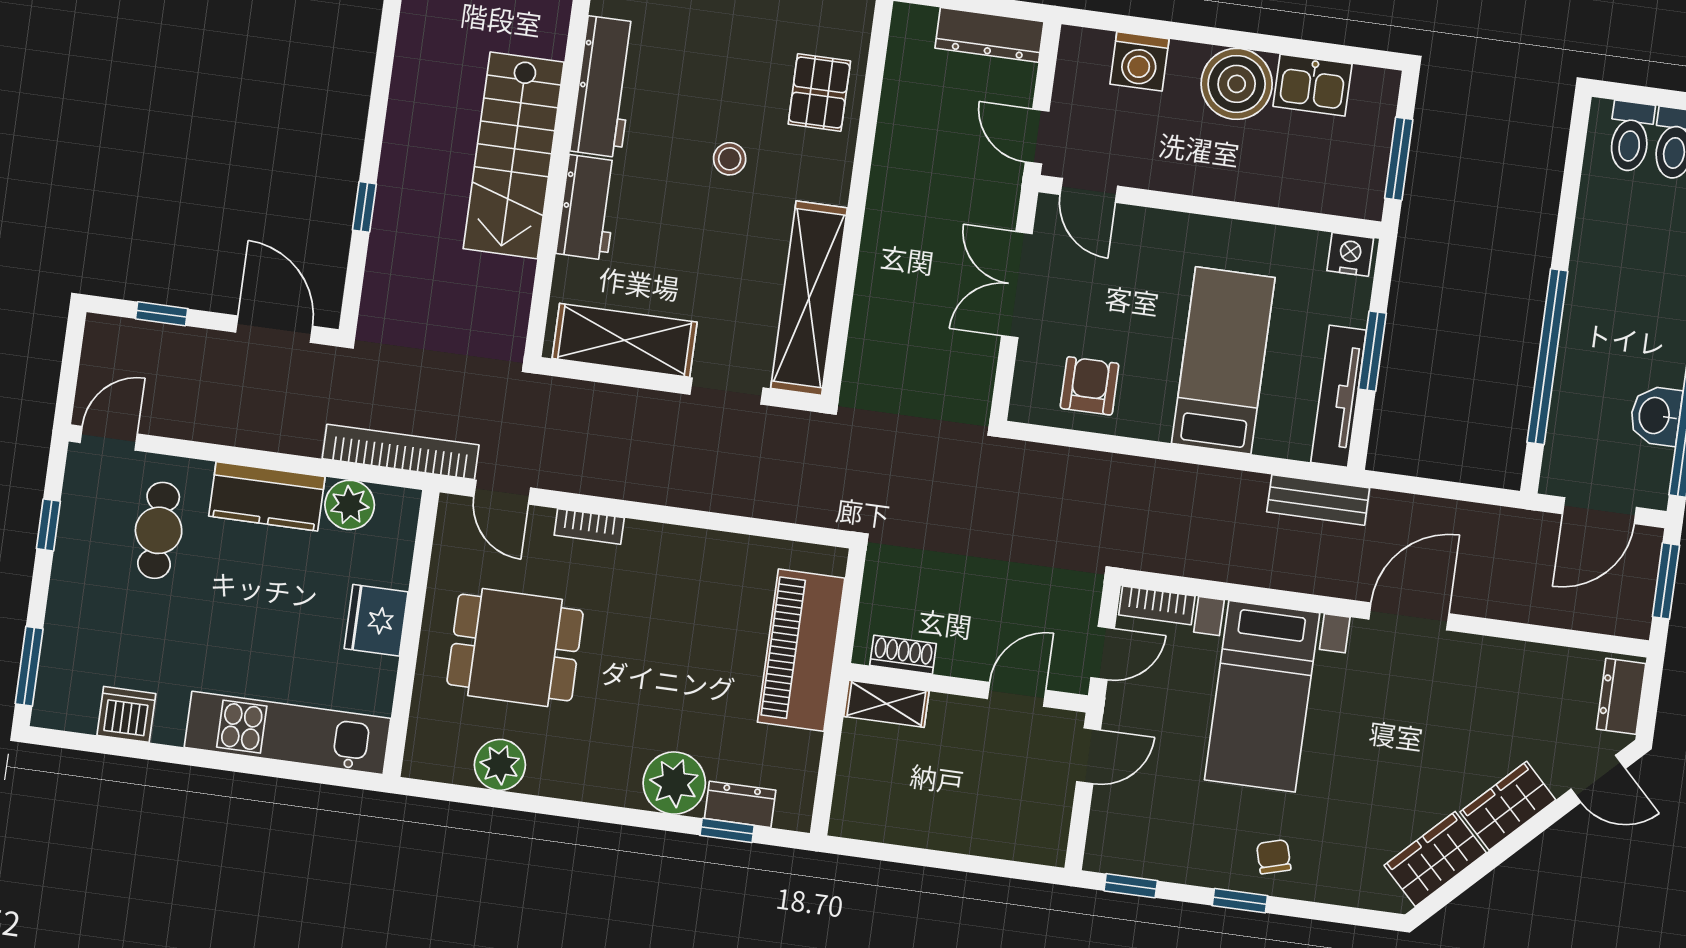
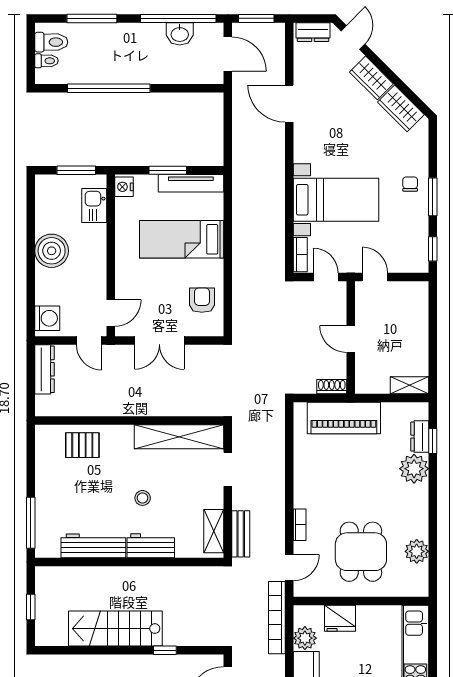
washing machine: (1139, 61) -> (47, 318), moved
kitchen sink: (1313, 85) -> (94, 205), moved, turned 180
door: (1037, 136) -> (89, 341), hinge flipped
toilet: (1630, 137) -> (46, 61), width x0.73, depth x0.72
stairs: (514, 155) -> (115, 629), moved, turned 180
stool: (730, 159) -> (143, 498), moved
shelving: (625, 340) -> (214, 531), width x0.67, depth x0.75
window: (1547, 357) -> (109, 88), moved
armchair: (1090, 386) -> (202, 300), turned 90
bench: (1318, 500) -> (241, 534), moved
door: (1409, 616) -> (289, 104), moved
fridge: (376, 620) -> (340, 618), moved
shoe rack: (903, 655) -> (332, 387), moved, turned 90
door: (1017, 694) -> (351, 339), moved
shelving: (886, 704) -> (410, 385), moved, turned 90
chair: (1274, 857) -> (410, 184), turned 106
window: (1240, 901) -> (433, 197), width x1.50

